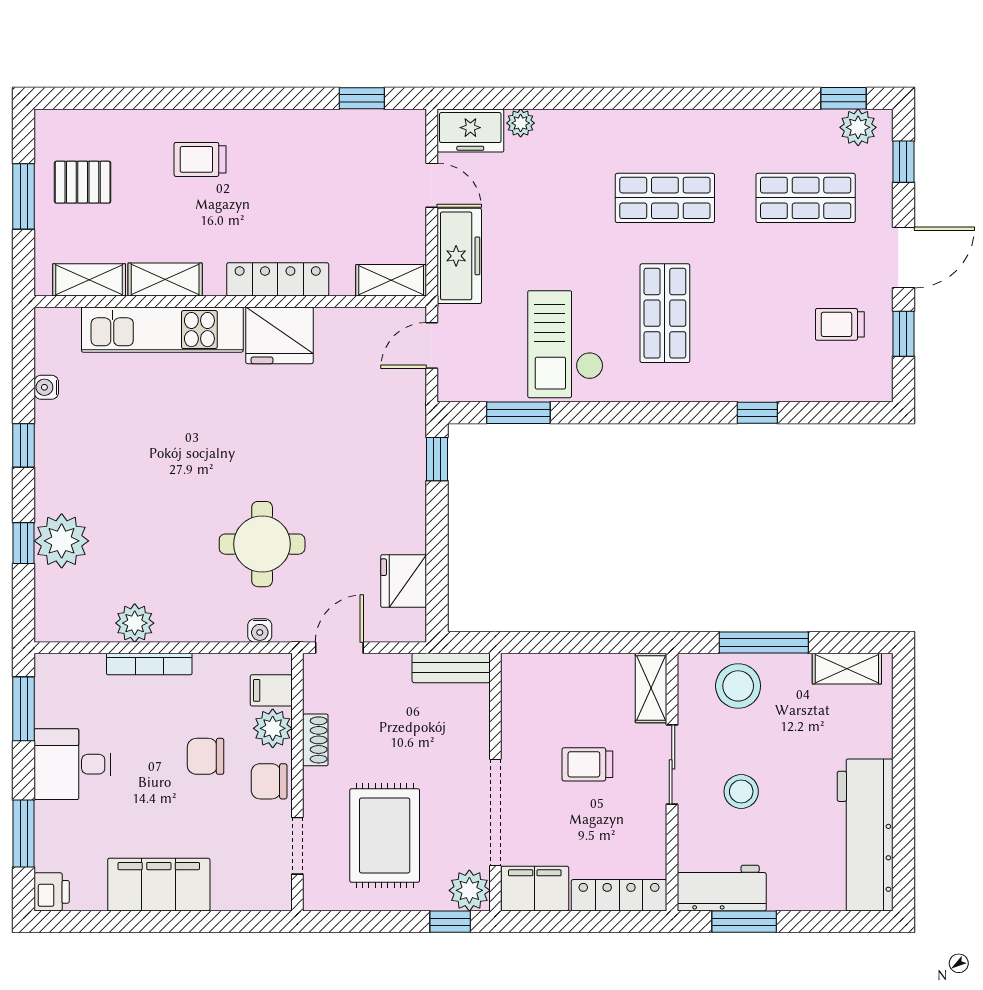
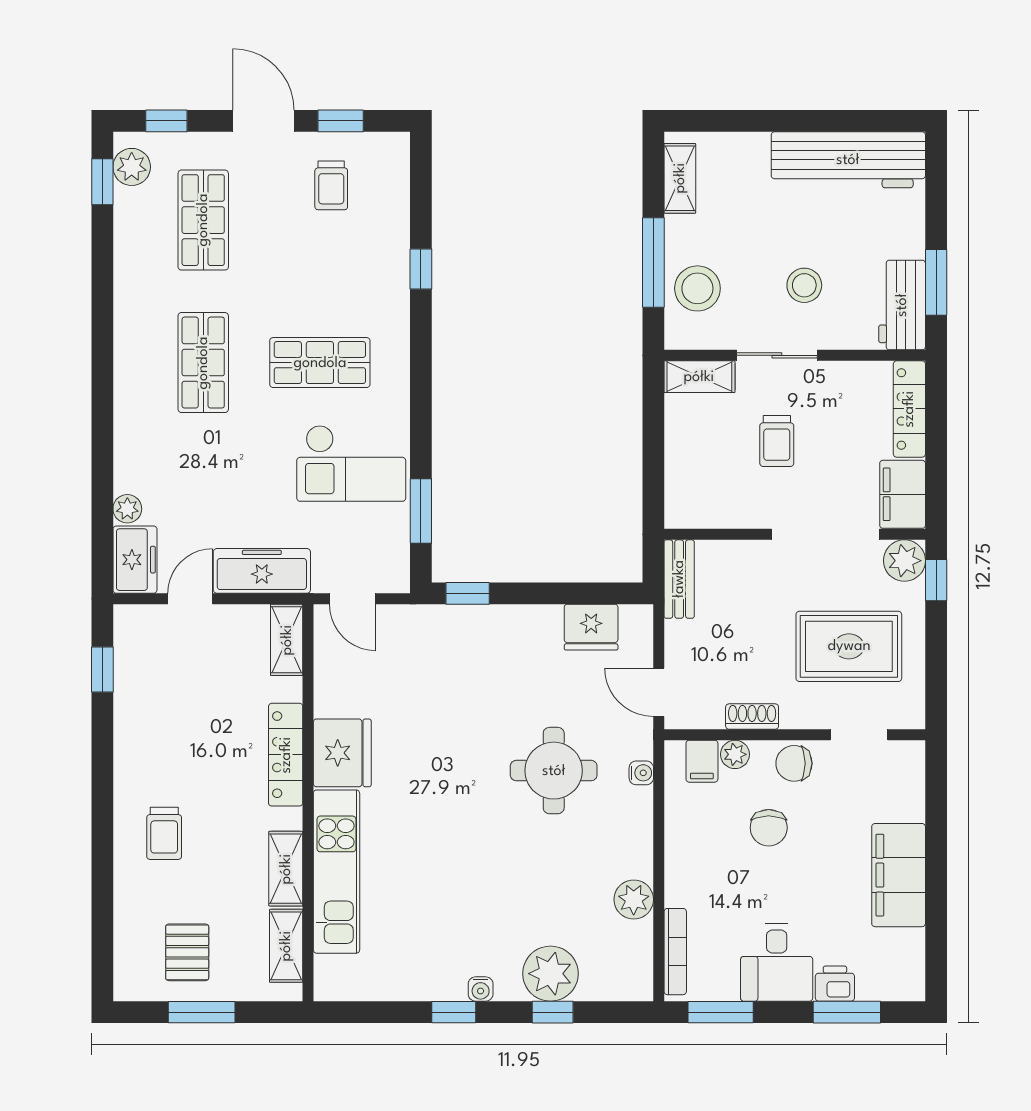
water cooler: (46, 387) -> (481, 989), moved
bookcase: (149, 664) -> (675, 952), moved
plant: (273, 728) -> (735, 754), width x0.73, depth x0.73
chair: (269, 781) -> (794, 763), turned 90
printer: (52, 892) -> (835, 984), moved

